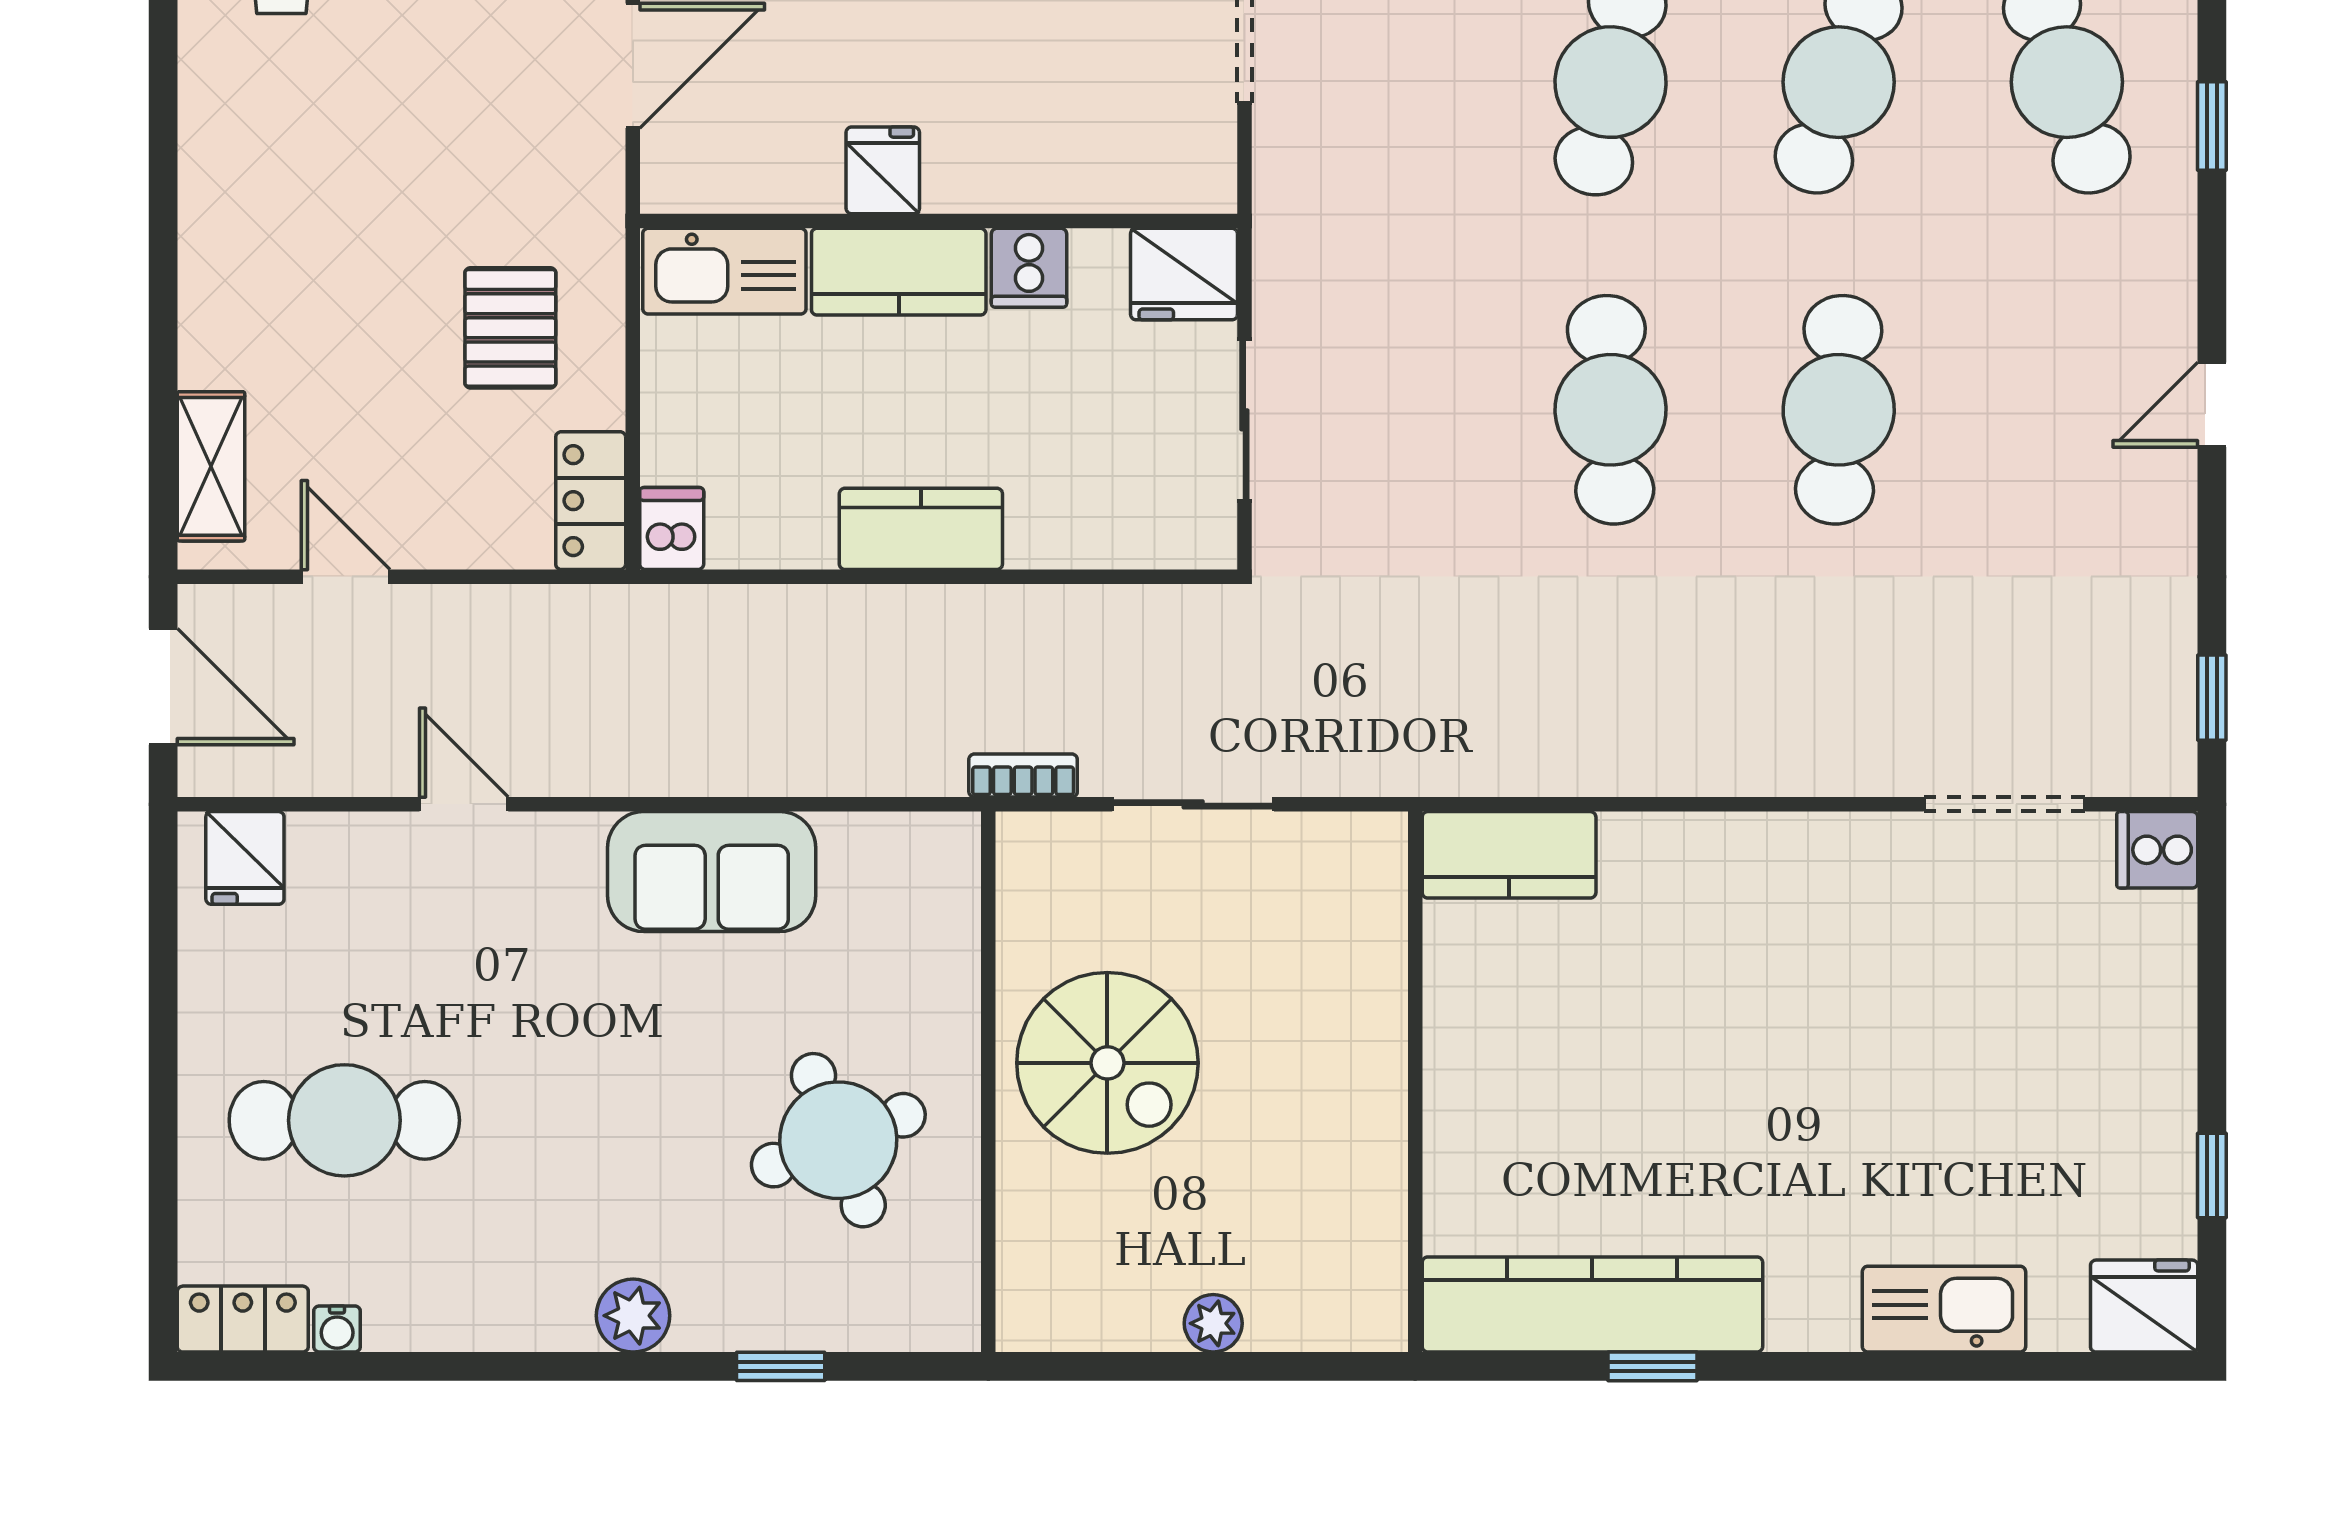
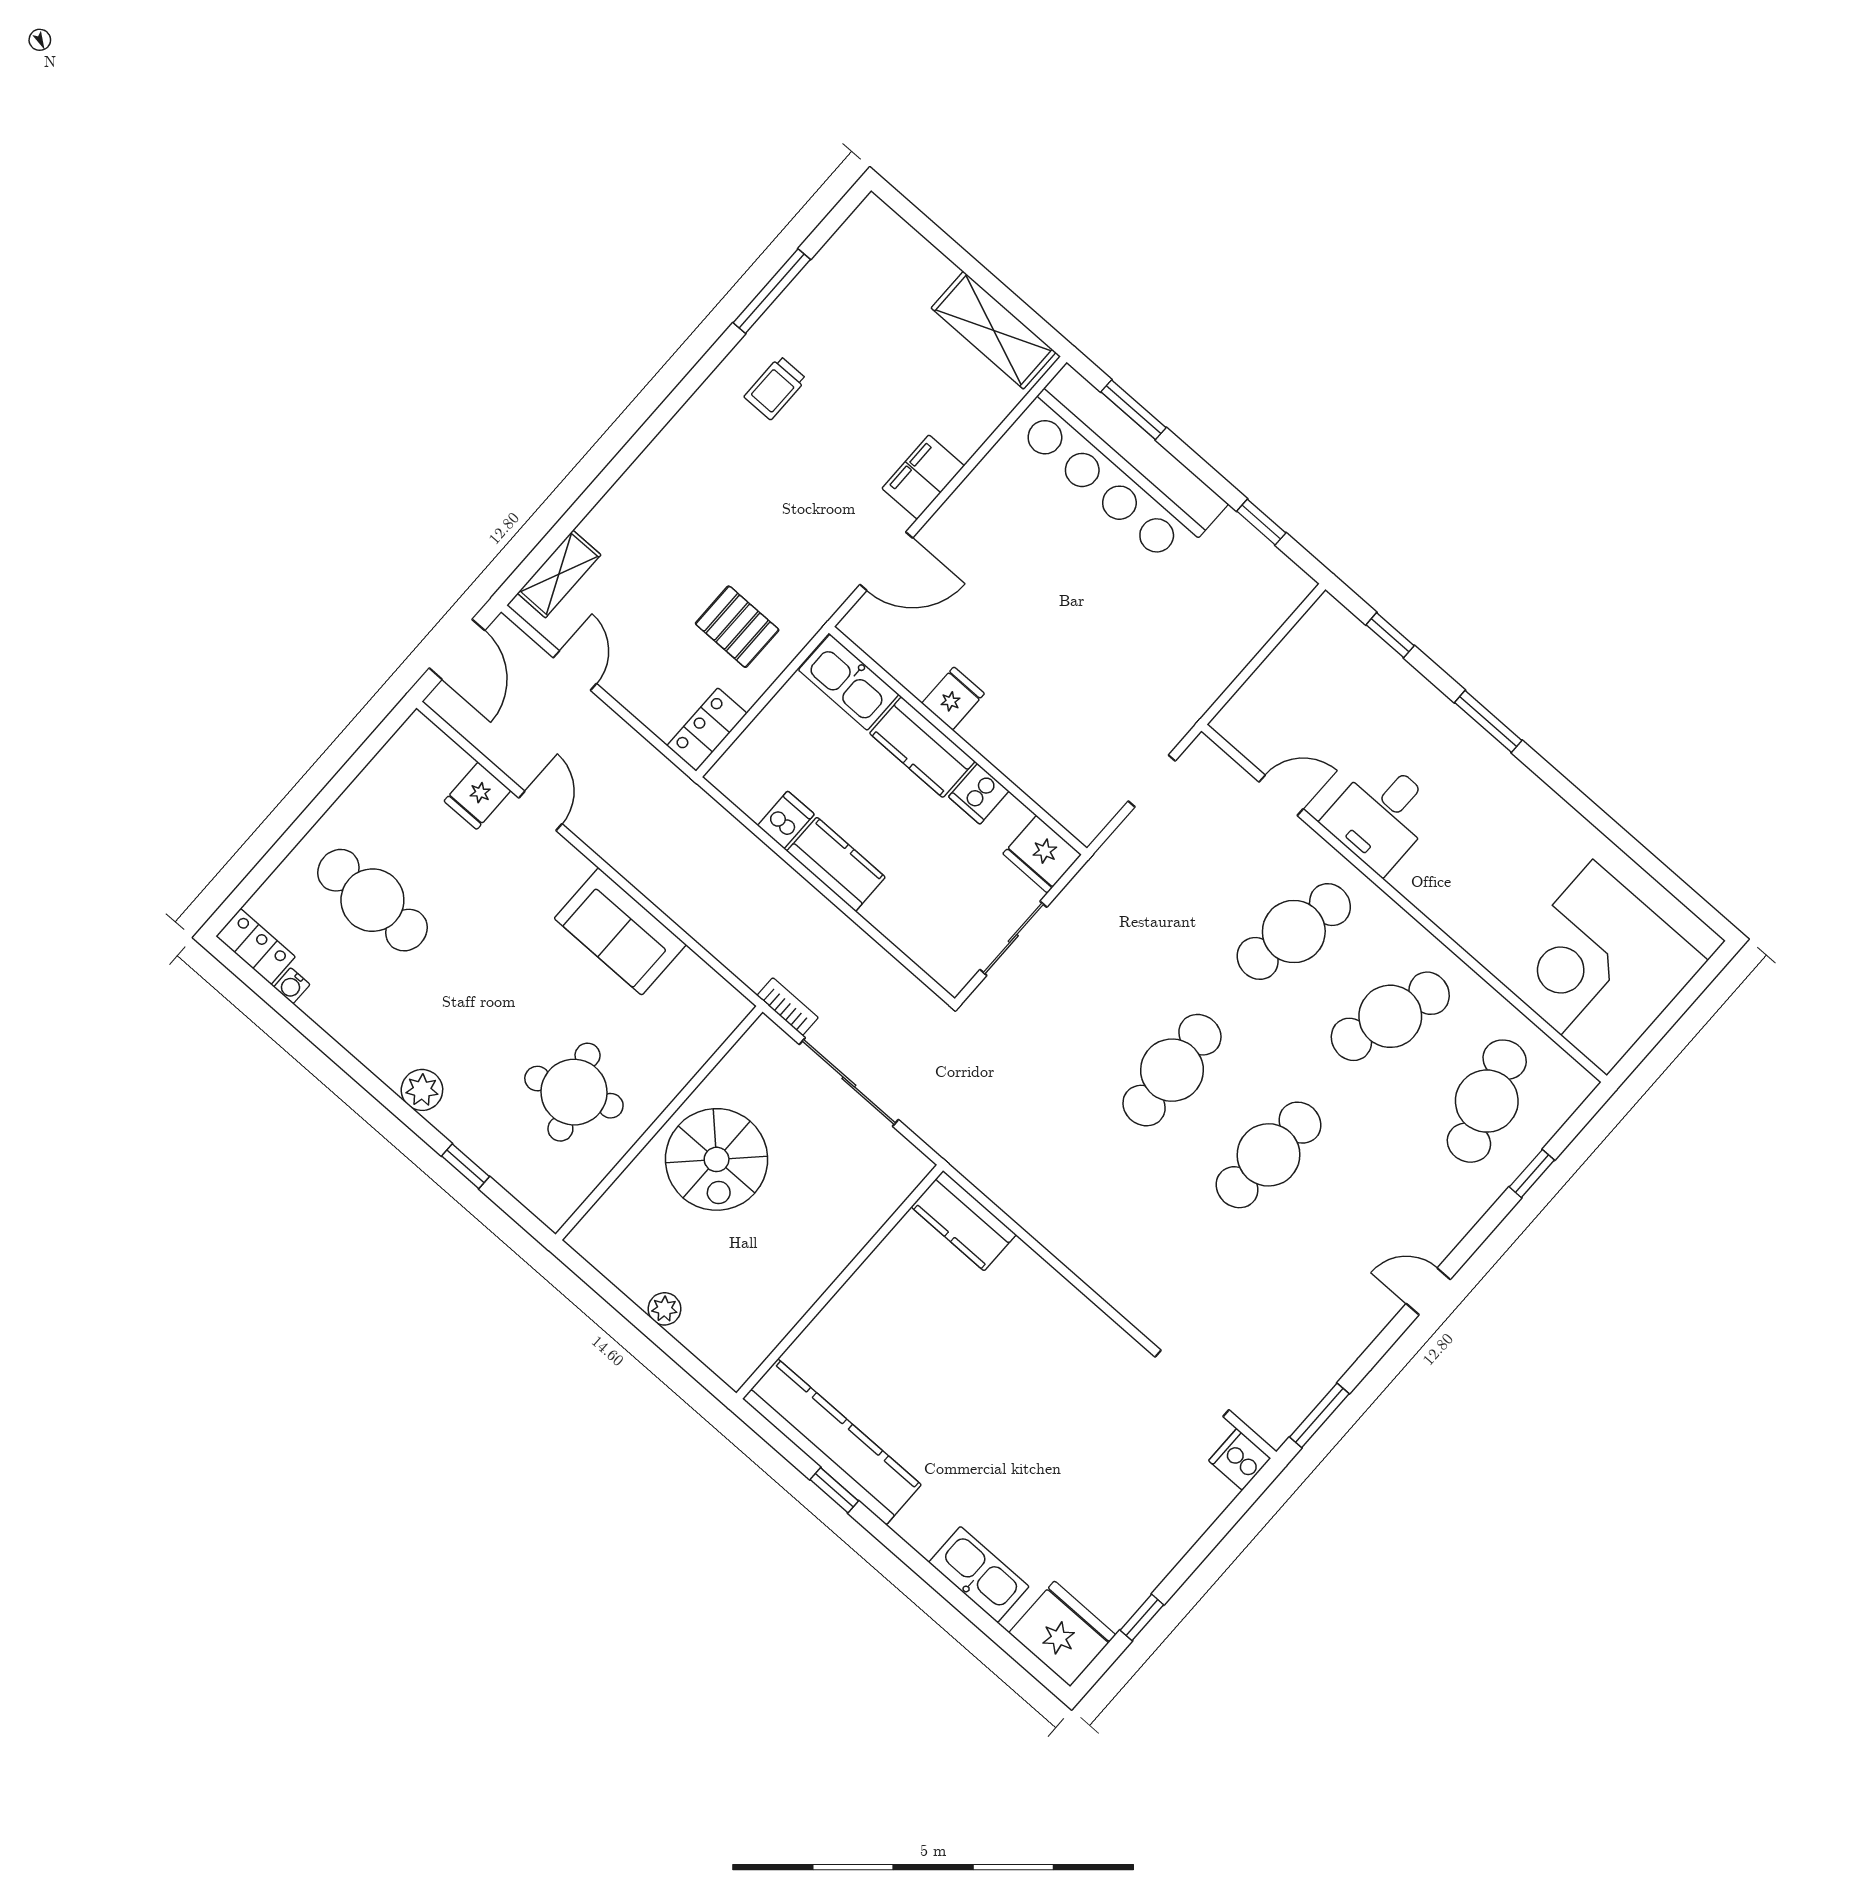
pallet: (510, 328) -> (737, 627), turned 90
dishwasher: (672, 528) -> (786, 820), moved
window: (2212, 698) -> (1319, 1415), width x1.50
sliding door: (1193, 804) -> (849, 1082), width x1.37
fridge: (245, 858) -> (477, 796), moved
fridge: (2144, 1306) -> (1062, 1634), width x1.36, depth x1.34

